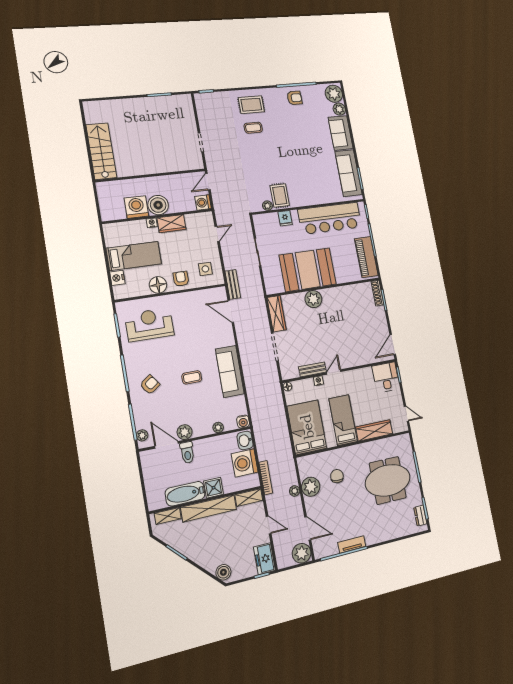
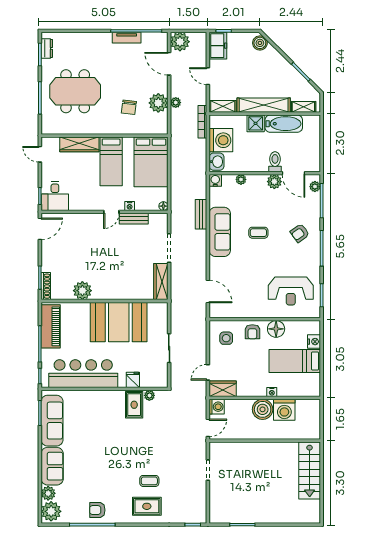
wardrobe: (171, 224) -> (223, 389), moved
bench: (233, 284) -> (201, 214), moved
plant: (313, 299) -> (82, 291), moved

